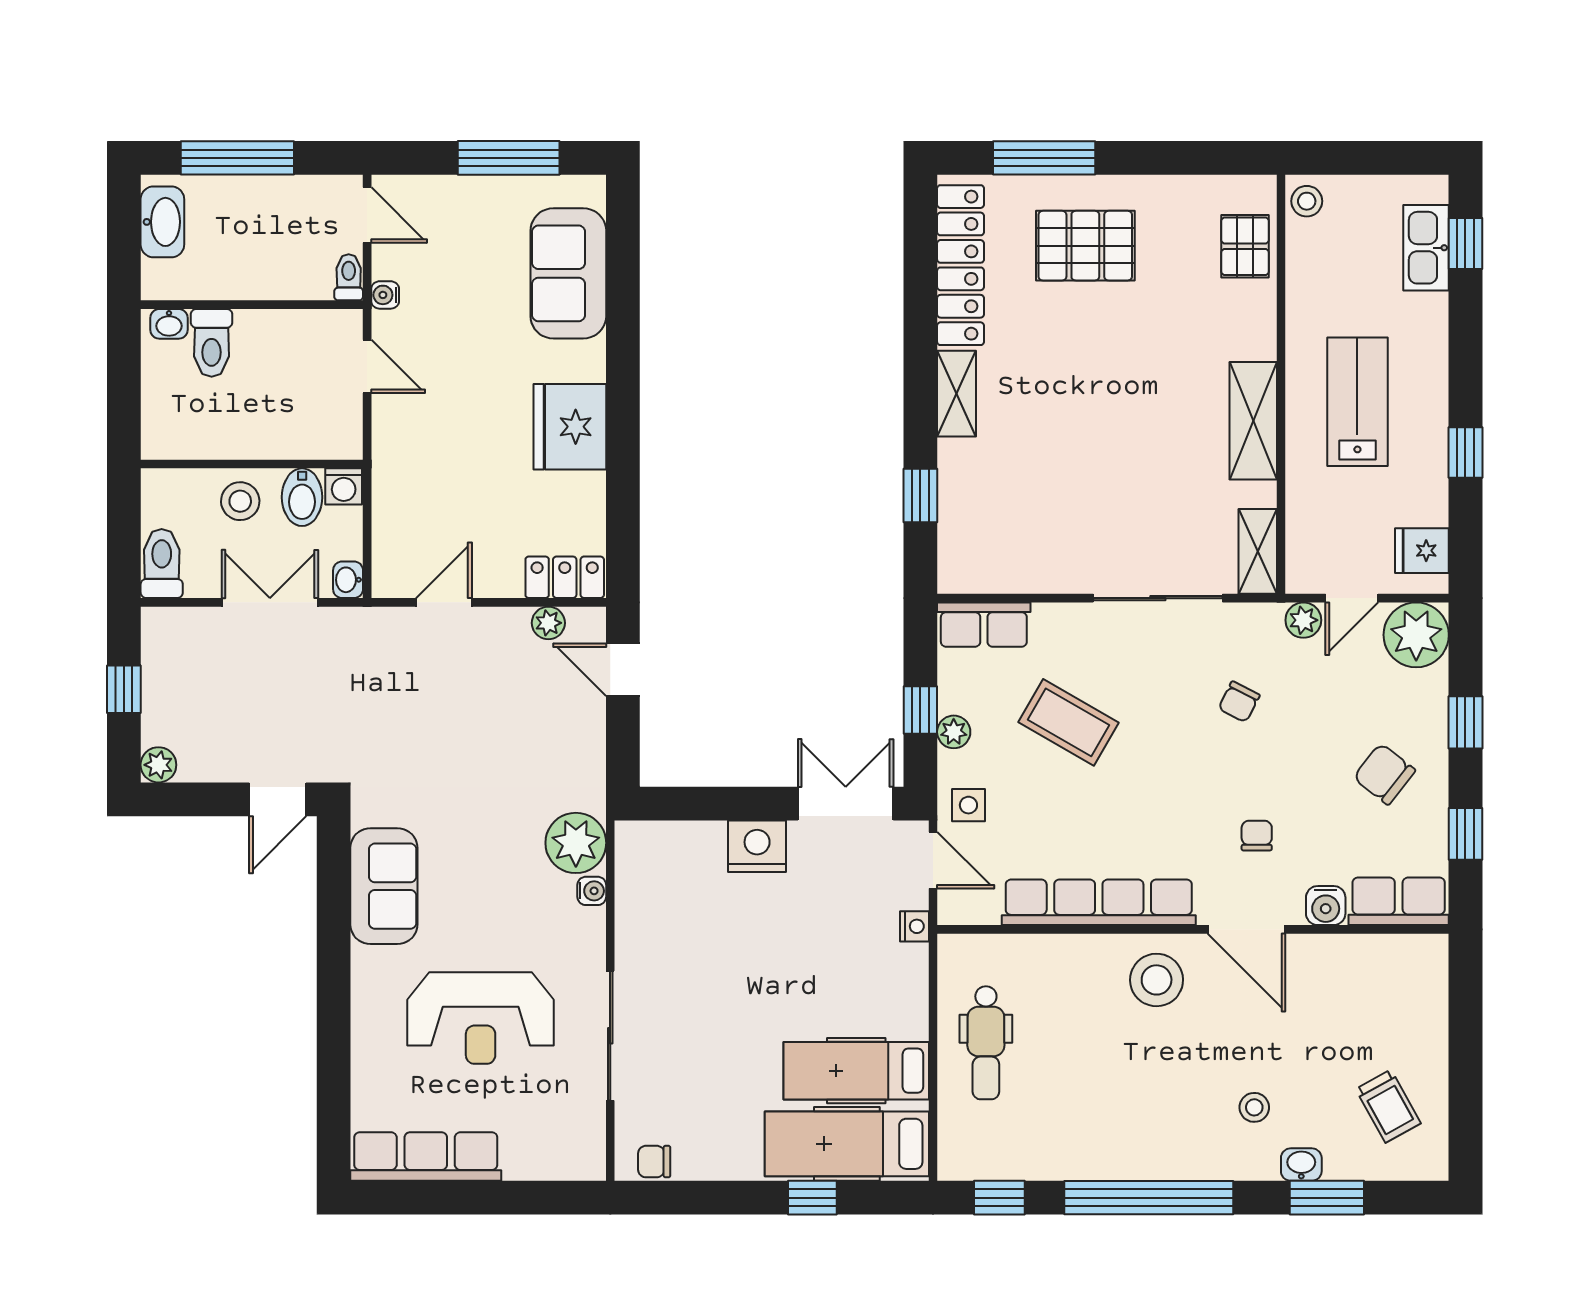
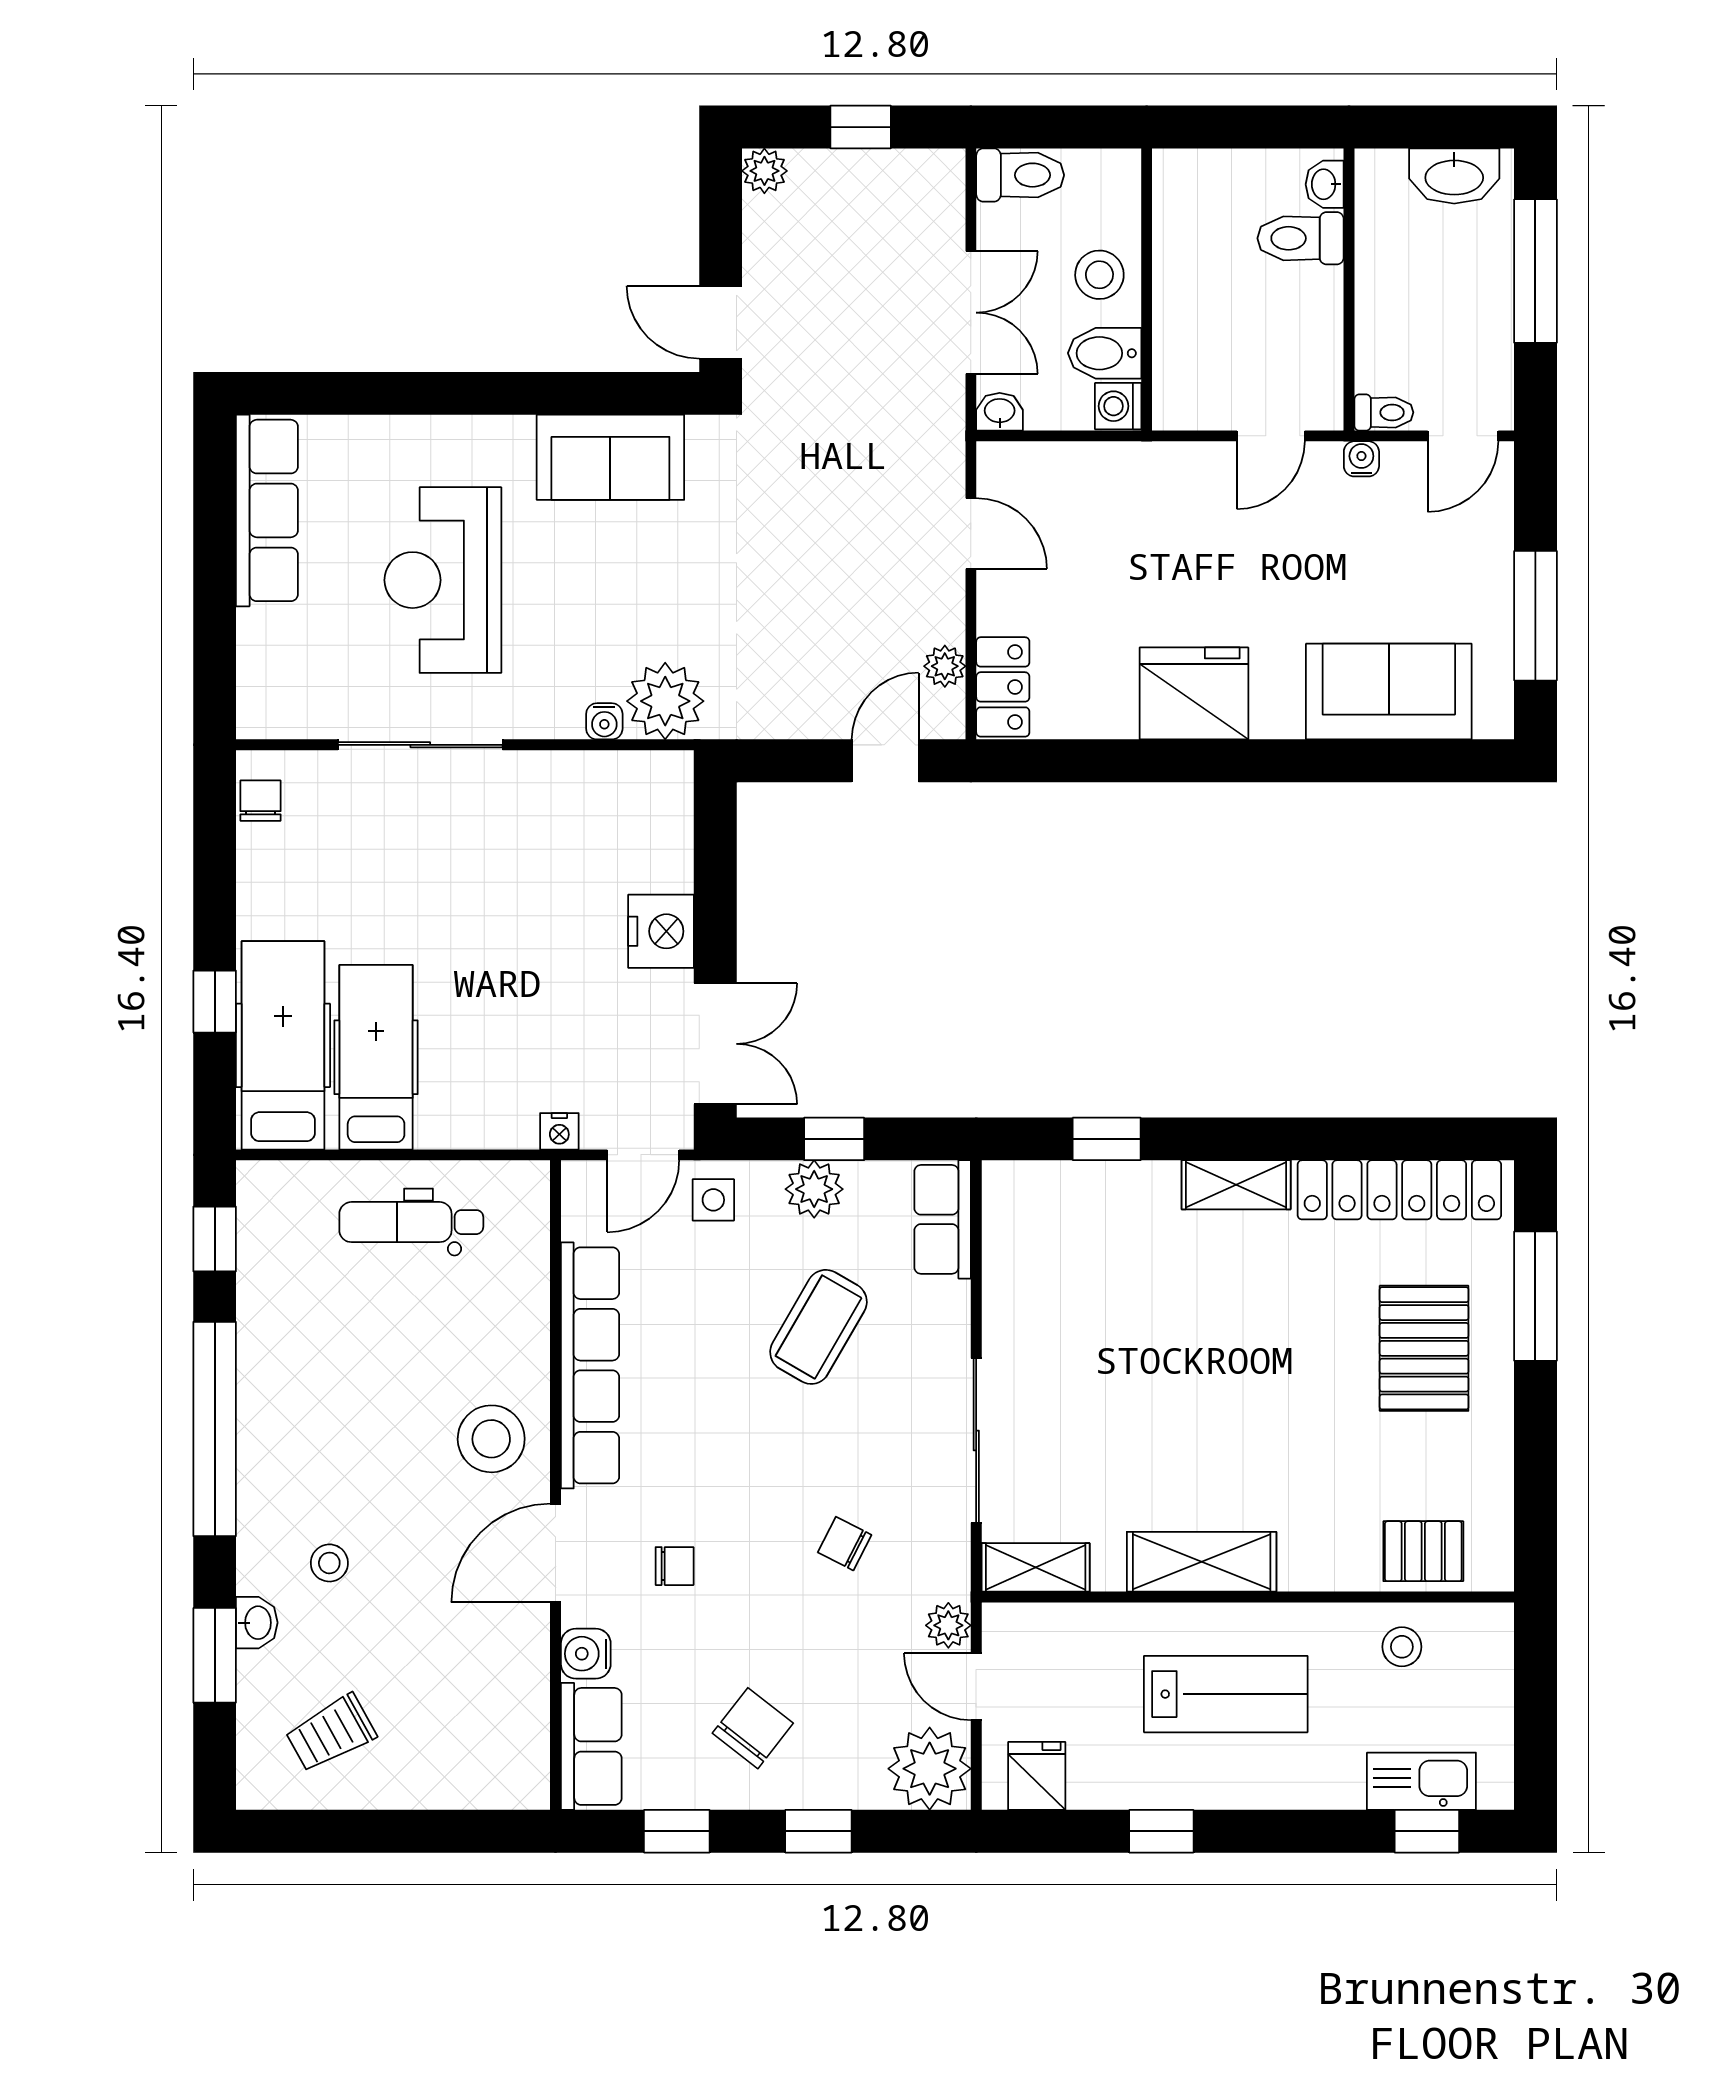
stool: (1307, 201) -> (1402, 1647), moved
plant: (954, 732) -> (814, 1189), width x1.38, depth x1.38

